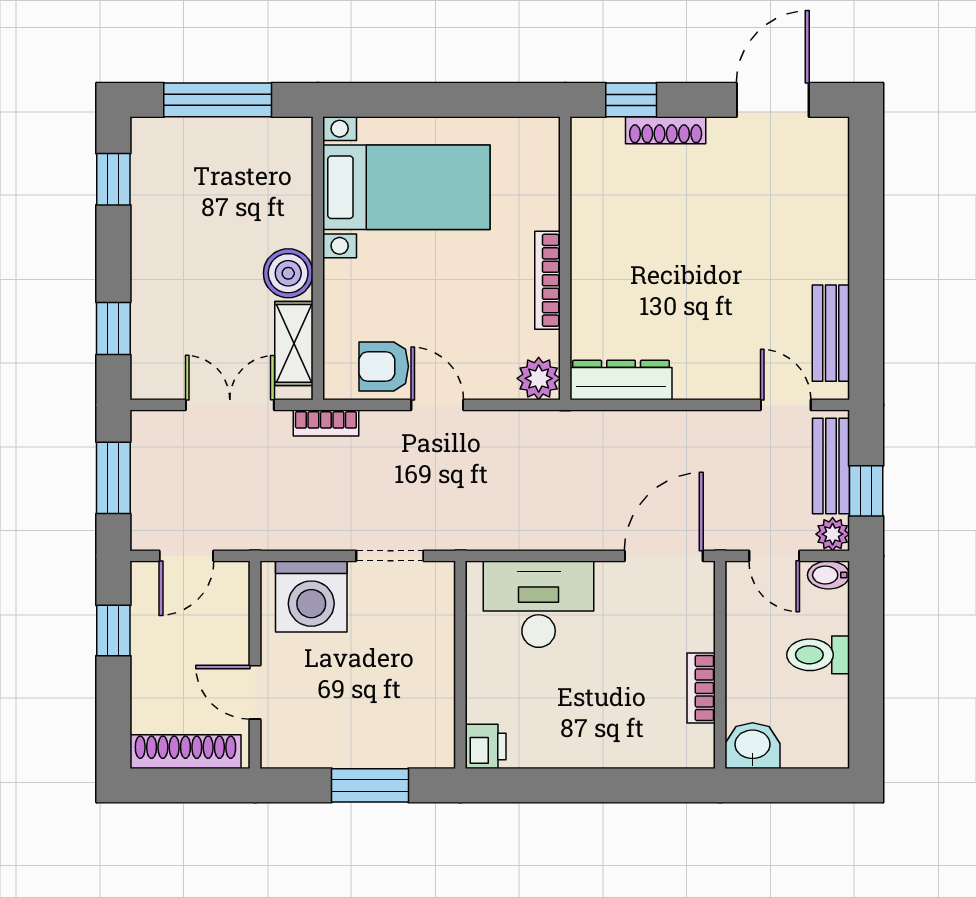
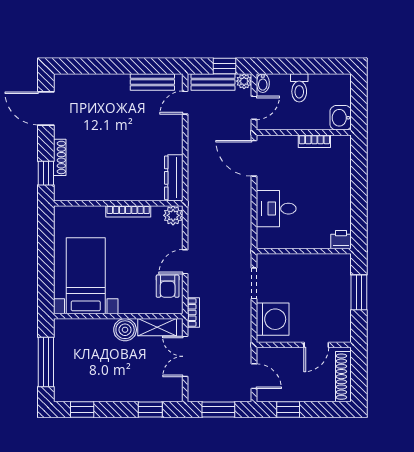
desk: (539, 604) -> (276, 209), width x0.73

